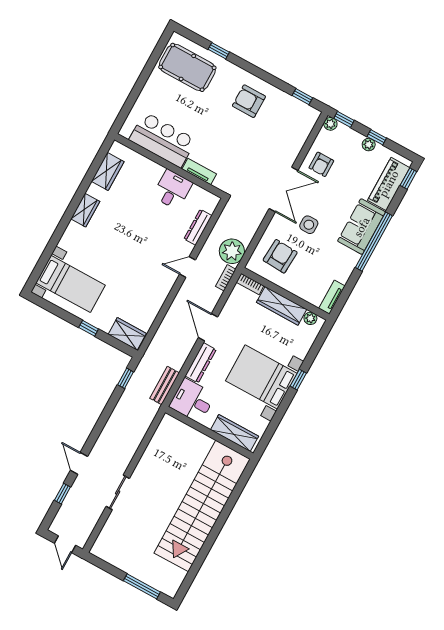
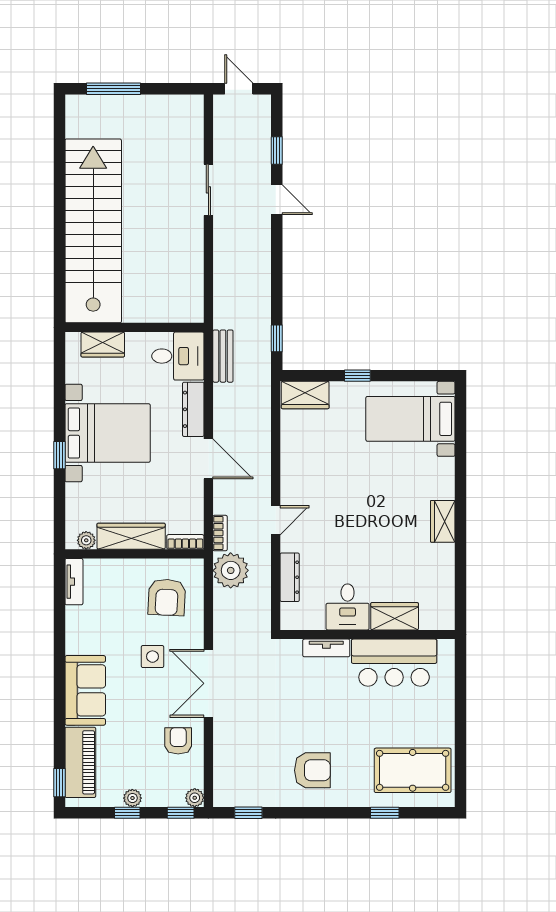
wardrobe: (108, 171) -> (395, 616), moved, turned 90
window: (374, 242) -> (59, 680), removed
wardrobe: (235, 433) -> (103, 344), width x0.67

